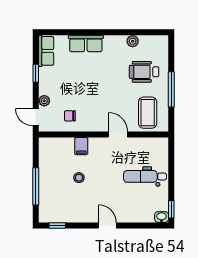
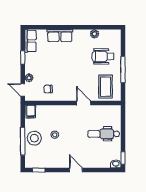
filing cabinet: (81, 146) -> (31, 111), moved
stool: (51, 182) -> (34, 138), added

